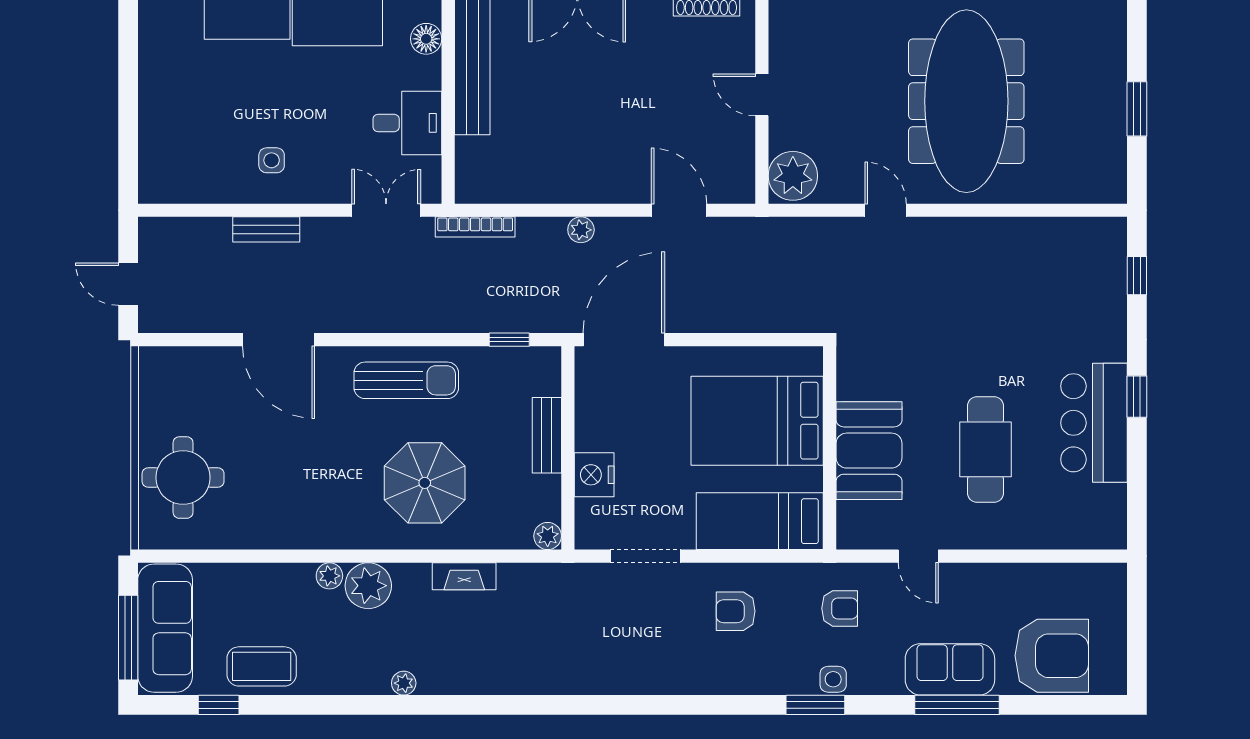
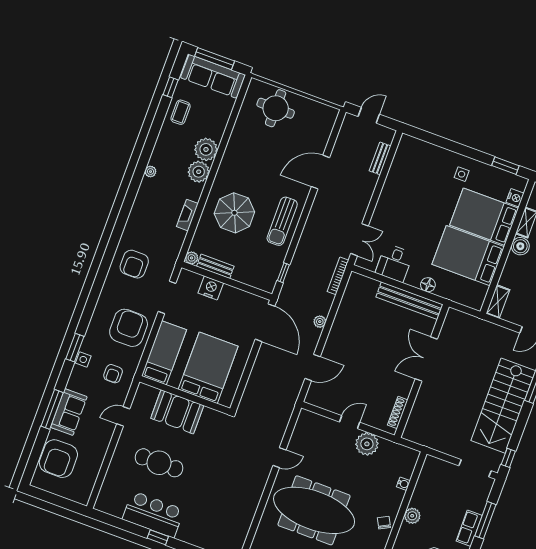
side table: (272, 160) -> (462, 174), moved
plant: (793, 176) -> (367, 444), moved
bench: (266, 229) -> (380, 158), moved
bench: (547, 435) -> (215, 266), moved
plant: (329, 576) -> (206, 149), width x1.87, depth x1.87
armchair: (736, 611) -> (129, 328), width x1.88, depth x1.88
armchair: (603, 647) -> (134, 264), added
coffee table: (262, 666) -> (181, 112), width x0.73, depth x0.77

